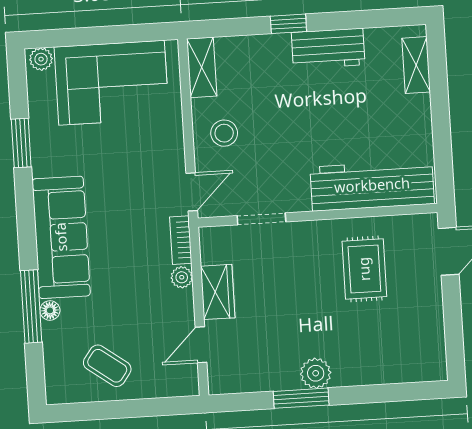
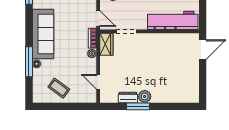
door: (192, 192) -> (98, 19), hinge flipped
rug: (364, 269) -> (167, 55), removed
wardrobe: (218, 292) -> (106, 44), moved
door: (201, 345) -> (98, 82), hinge flipped
dresser: (275, 378) -> (128, 98), added

